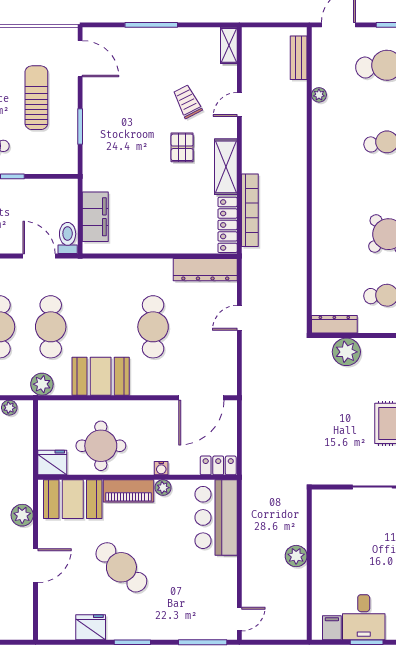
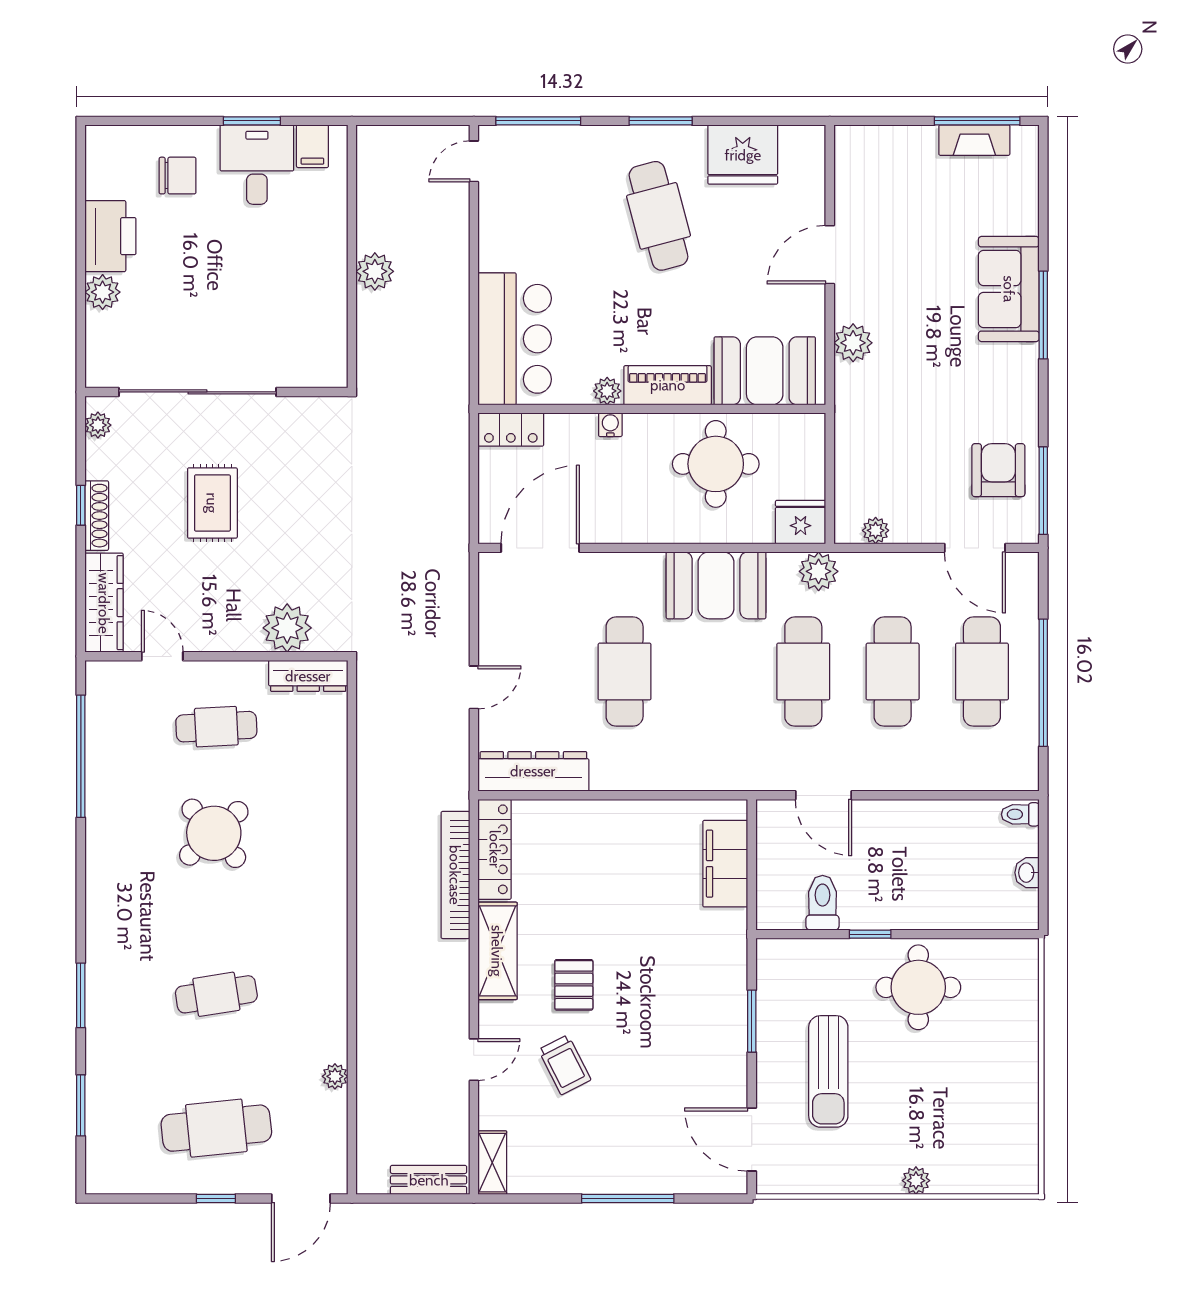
bench: (299, 58) -> (429, 1180), moved, turned 90
toilet: (68, 238) -> (823, 903), moved, turned 180
fridge: (52, 463) -> (801, 522), moved, turned 180
cafe table: (121, 567) -> (659, 216), moved, turned 31
fridge: (91, 627) -> (743, 155), width x1.36, depth x1.34

